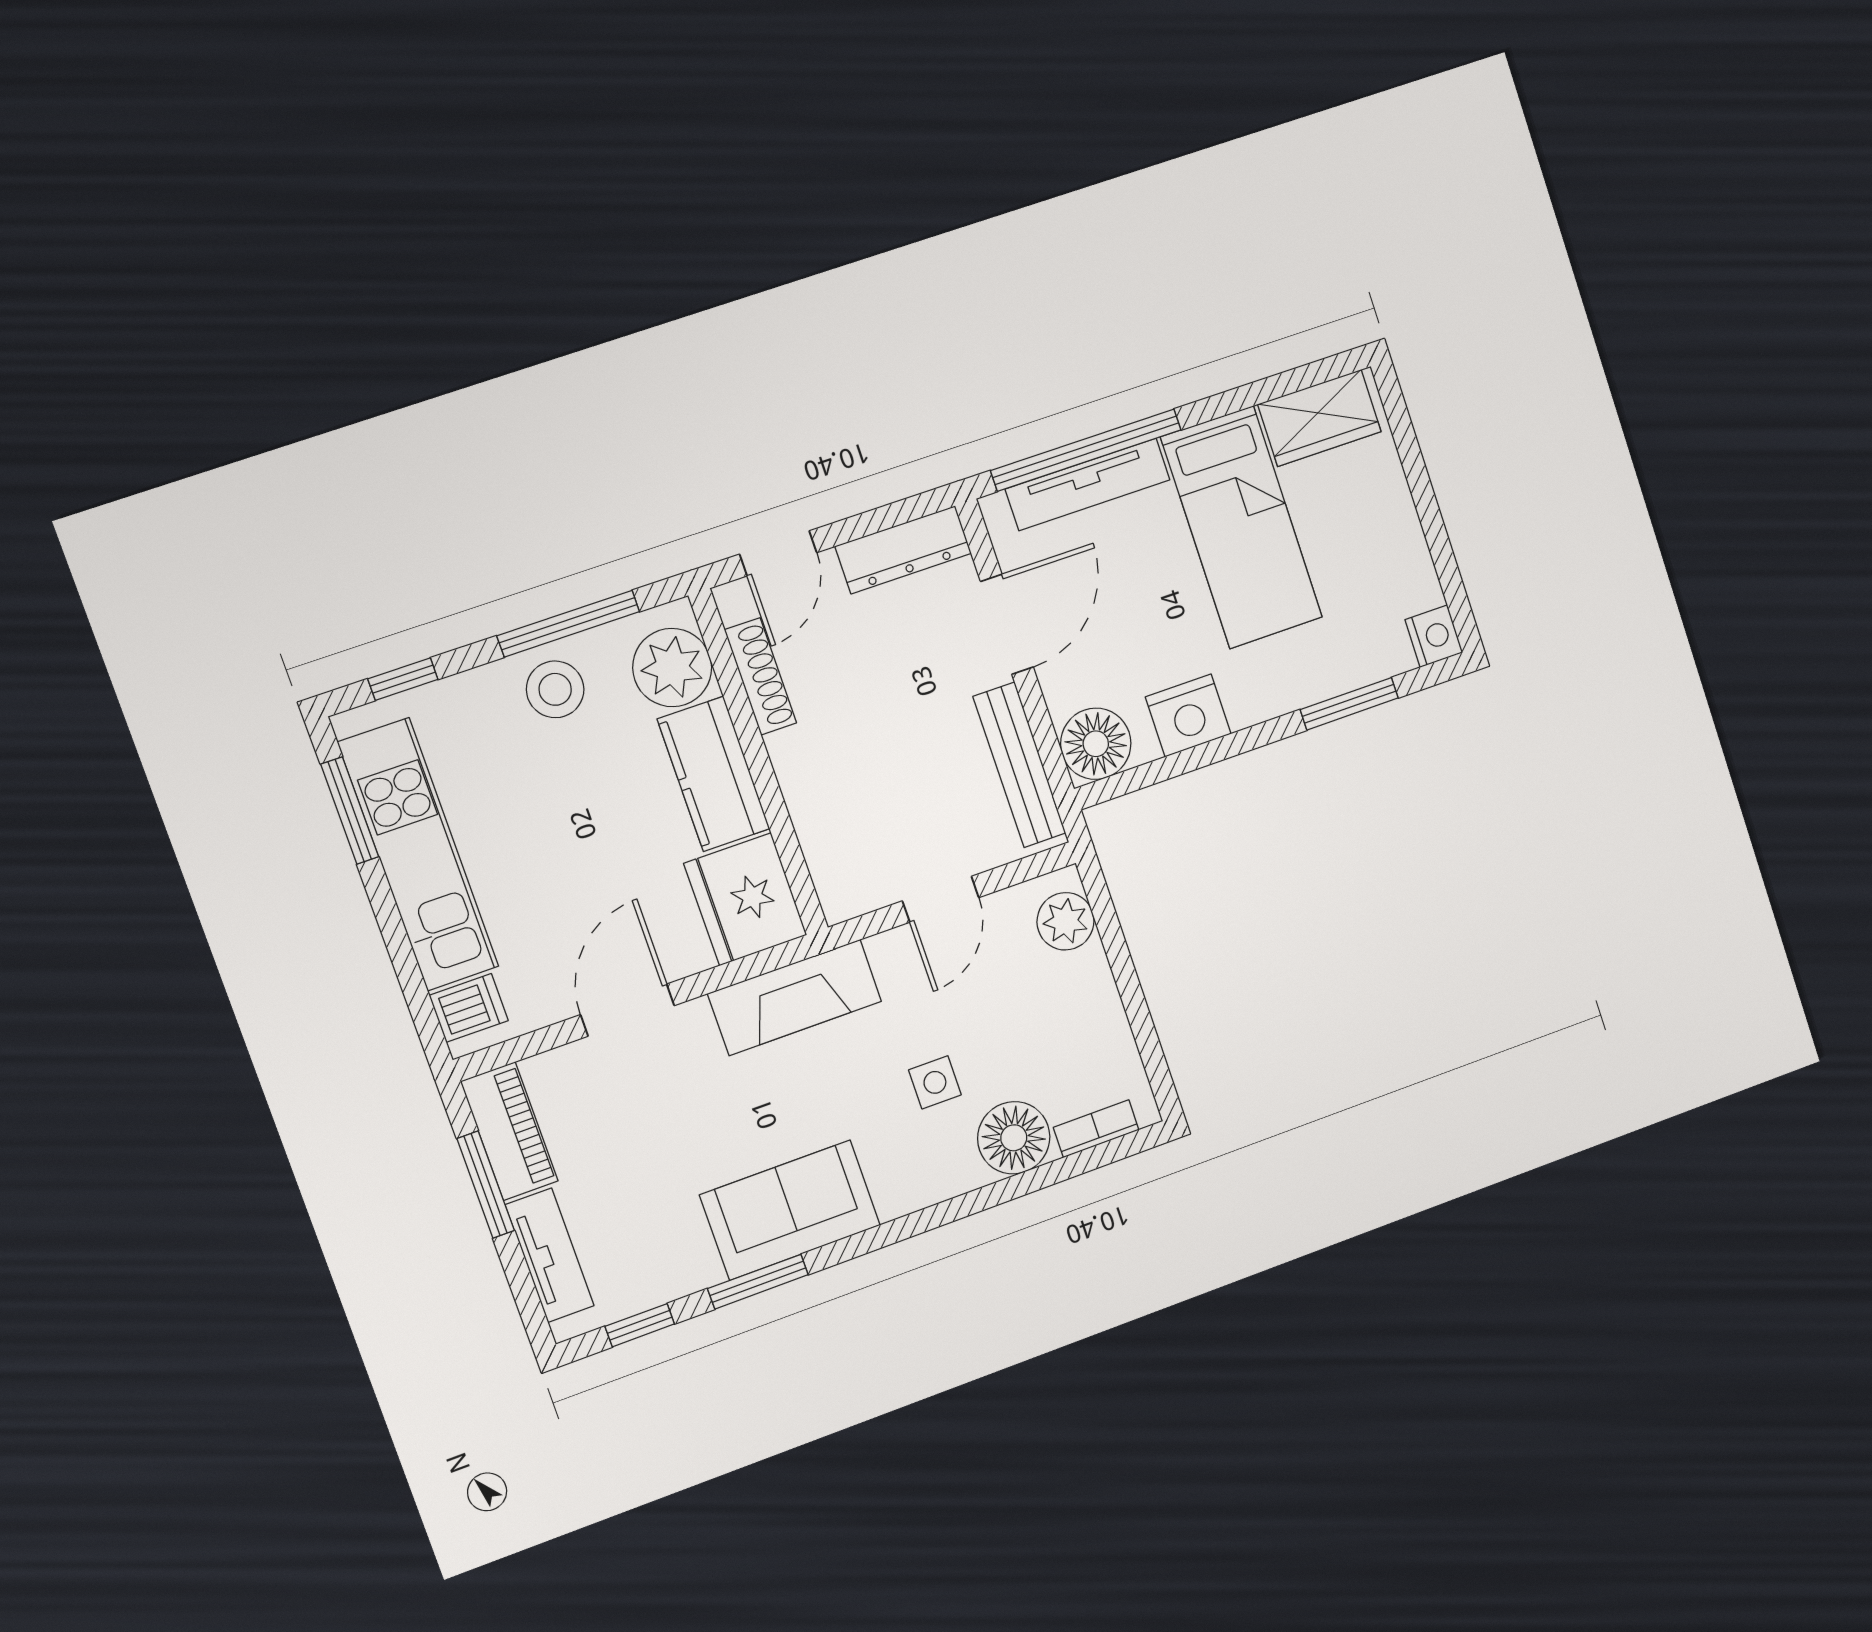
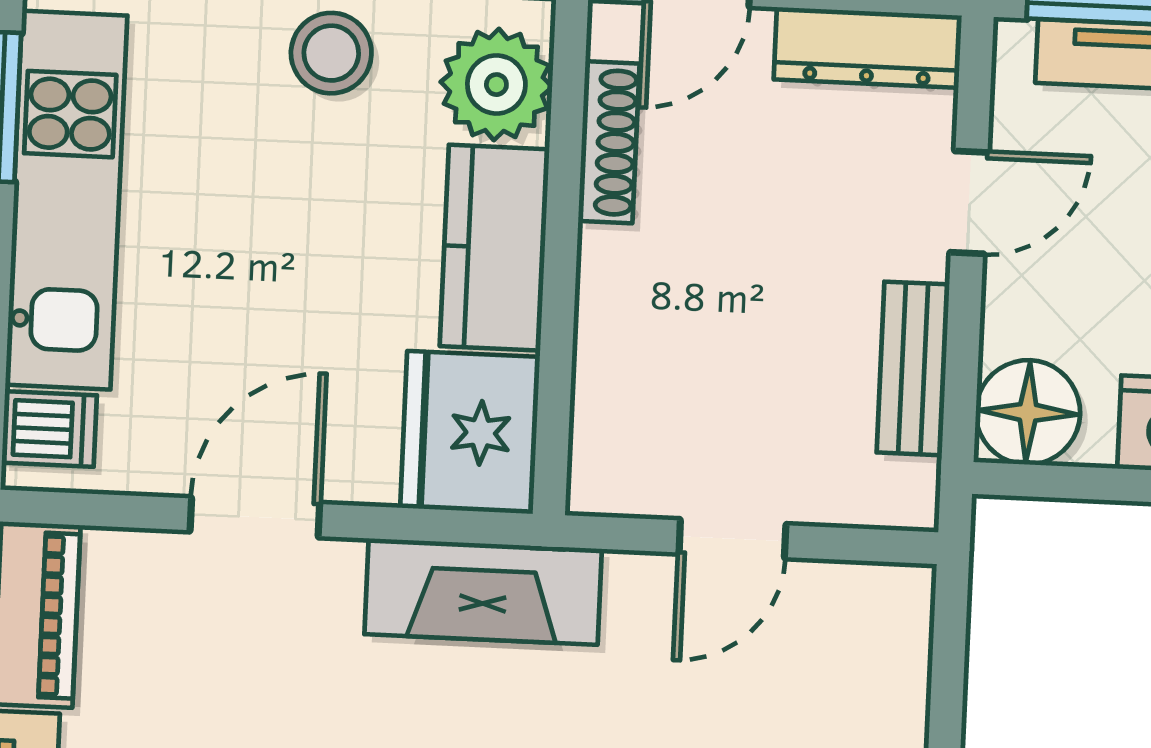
door: (1007, 624) -> (969, 202), width x0.73
bench: (1019, 765) -> (913, 368), width x0.73
plant: (1065, 921) -> (891, 638), removed

